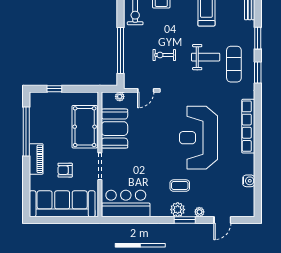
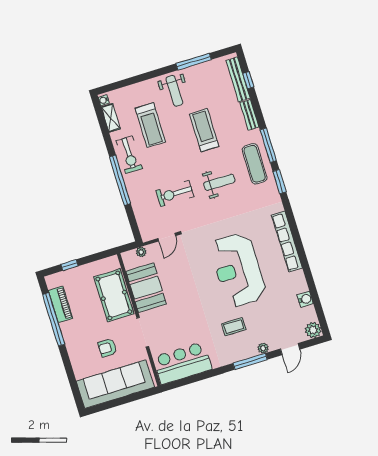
window: (258, 38) -> (268, 145), width x1.44
window: (120, 50) -> (120, 180), moved
exercise bike: (164, 55) -> (175, 194), width x1.38, depth x1.39
exercise mat: (234, 64) -> (255, 164), moved
piano: (36, 159) -> (61, 304), moved
plant: (178, 210) -> (313, 330), moved
window: (185, 220) -> (250, 361), width x1.44

